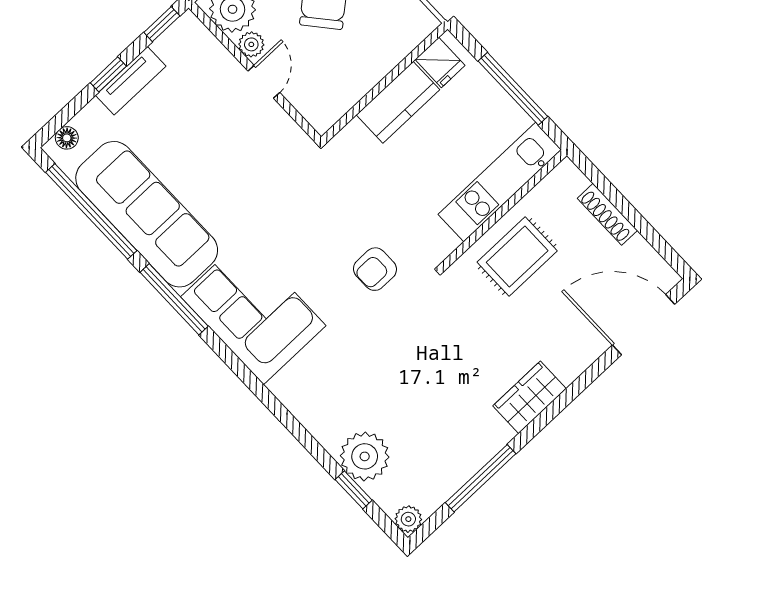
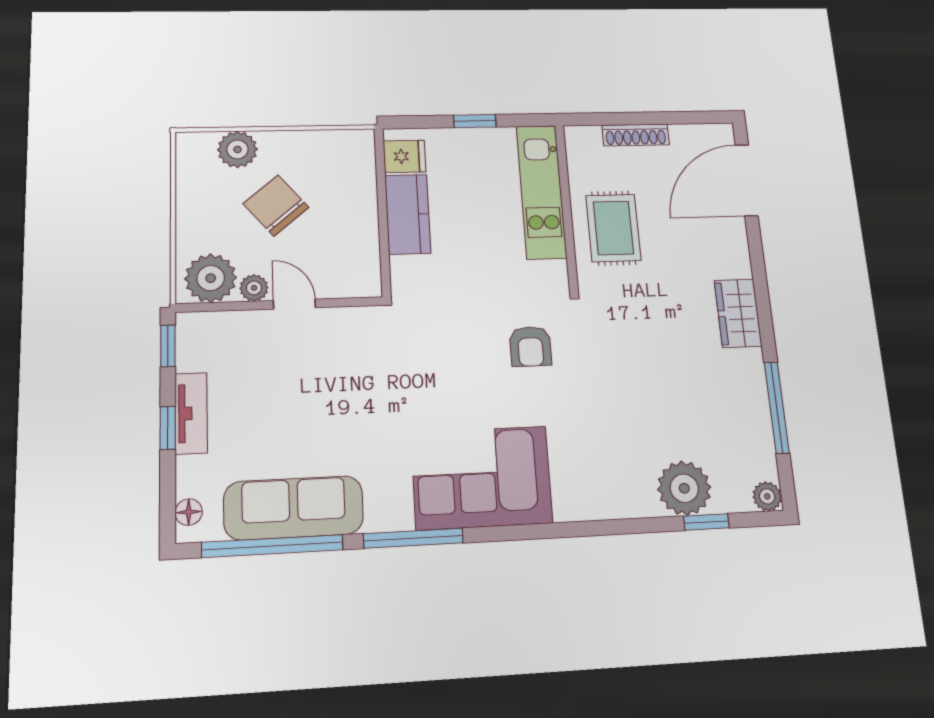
window: (513, 89) -> (475, 121), width x0.46
sofa: (147, 214) -> (294, 508), width x0.74, depth x0.79

